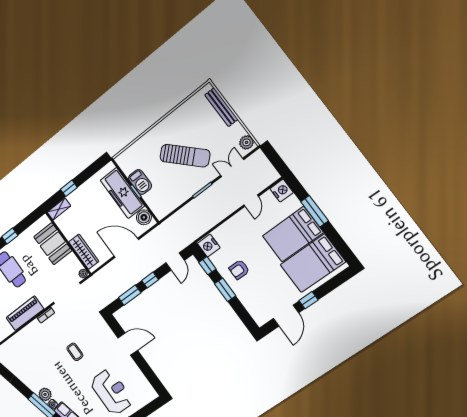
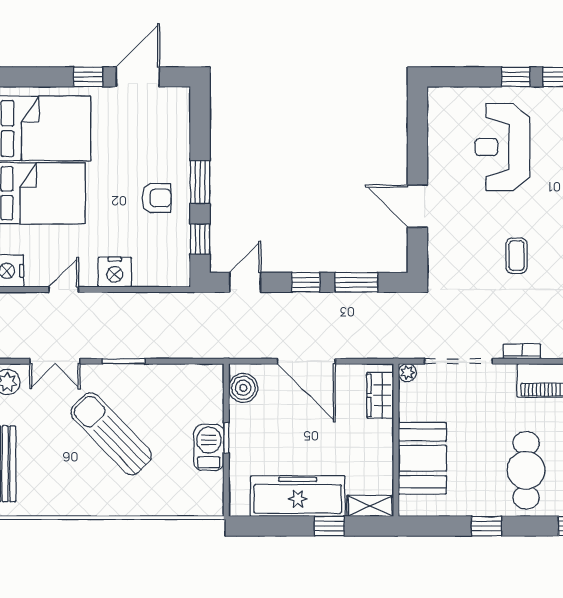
freezer: (122, 193) -> (298, 496), moved, turned -90
nightstand: (209, 246) -> (115, 272), moved, turned 90
wardrobe: (84, 252) -> (380, 395), width x0.67

